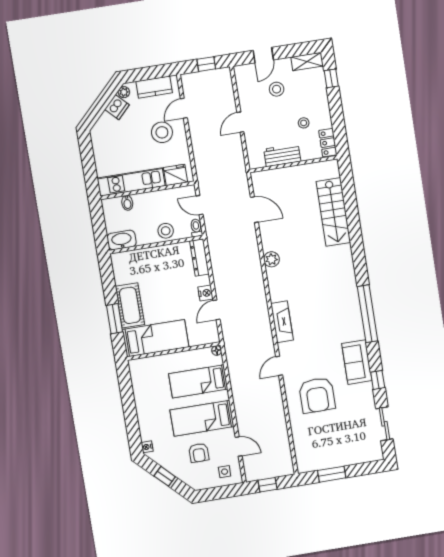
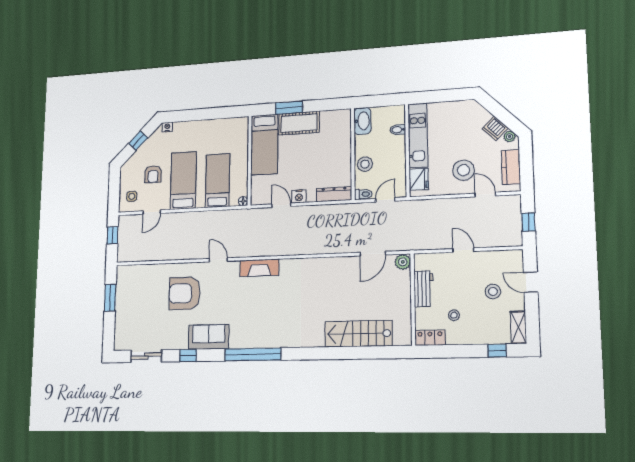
plant: (271, 259) -> (403, 262), moved
armchair: (199, 453) -> (153, 174), turned -90

